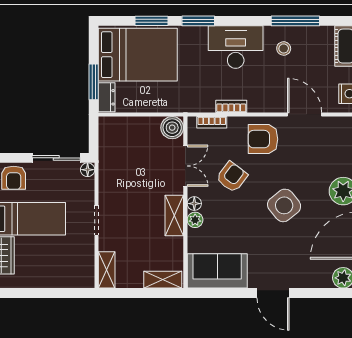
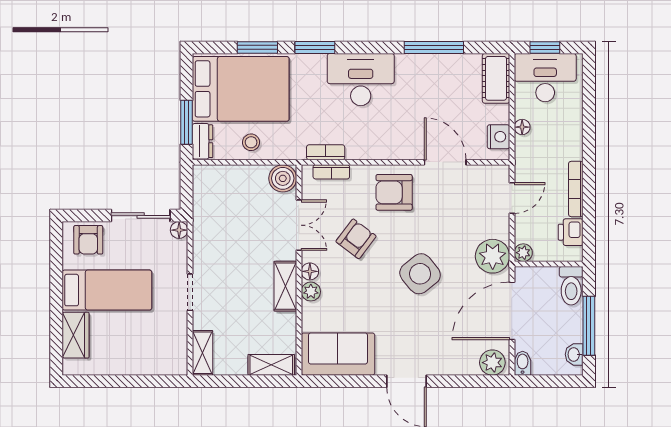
stool: (284, 48) -> (251, 142), moved
bookcase: (231, 106) -> (326, 152), moved

